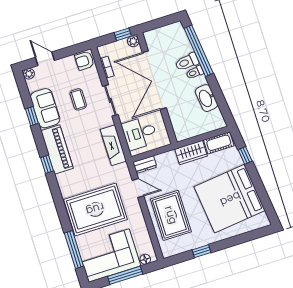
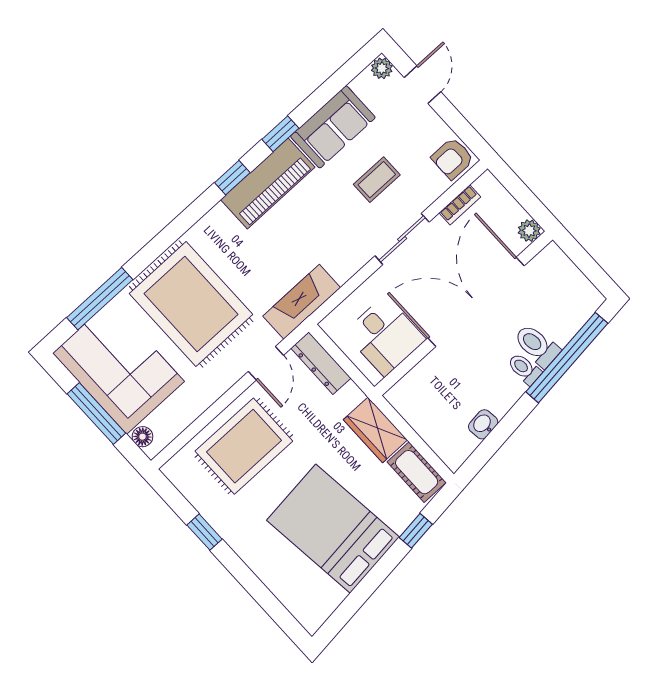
window: (123, 34) -> (533, 206), removed
armchair: (85, 61) -> (453, 158), turned -90
washbasin: (206, 98) -> (483, 424), width x0.52, depth x0.69
window: (32, 116) -> (280, 134), moved
desk: (140, 133) -> (385, 336), moved, turned 180
fireplace: (113, 145) -> (302, 302), moved
dresser: (145, 165) -> (321, 363), width x1.44
bed: (230, 199) -> (333, 529), width x0.73

